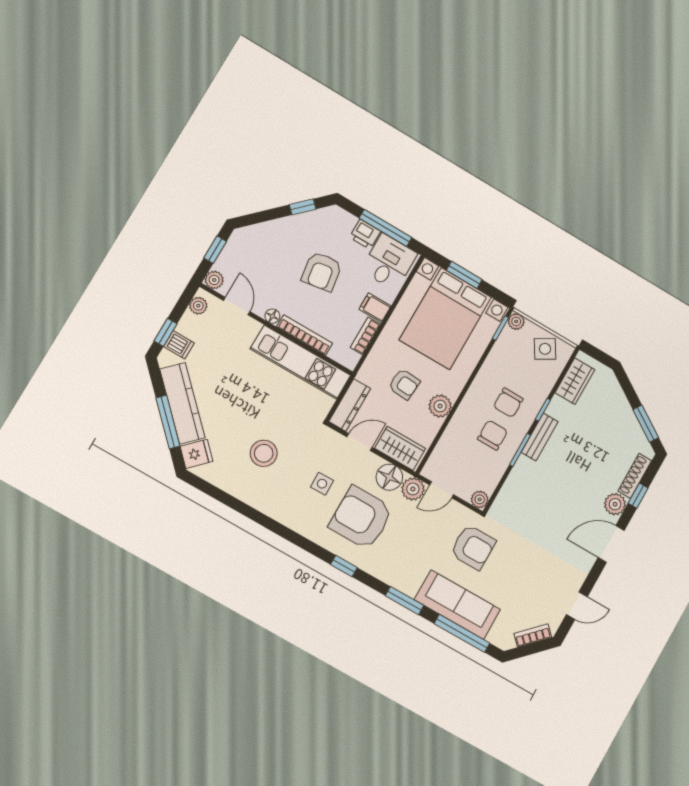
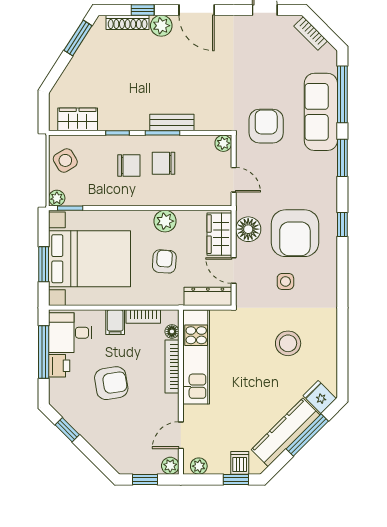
floor lamp: (272, 316) -> (172, 331), moved
bench: (540, 437) -> (172, 122), moved
plant: (413, 489) -> (247, 204), removed

